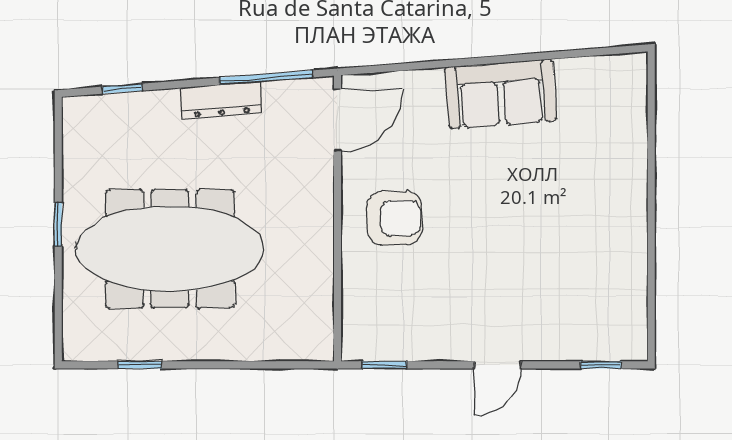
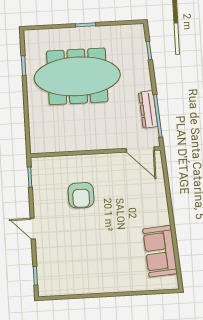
sofa: (501, 94) -> (160, 251), moved
dresser: (221, 100) -> (148, 109), moved
armchair: (394, 218) -> (81, 195), moved
meeting table: (170, 249) -> (77, 76), turned 90

